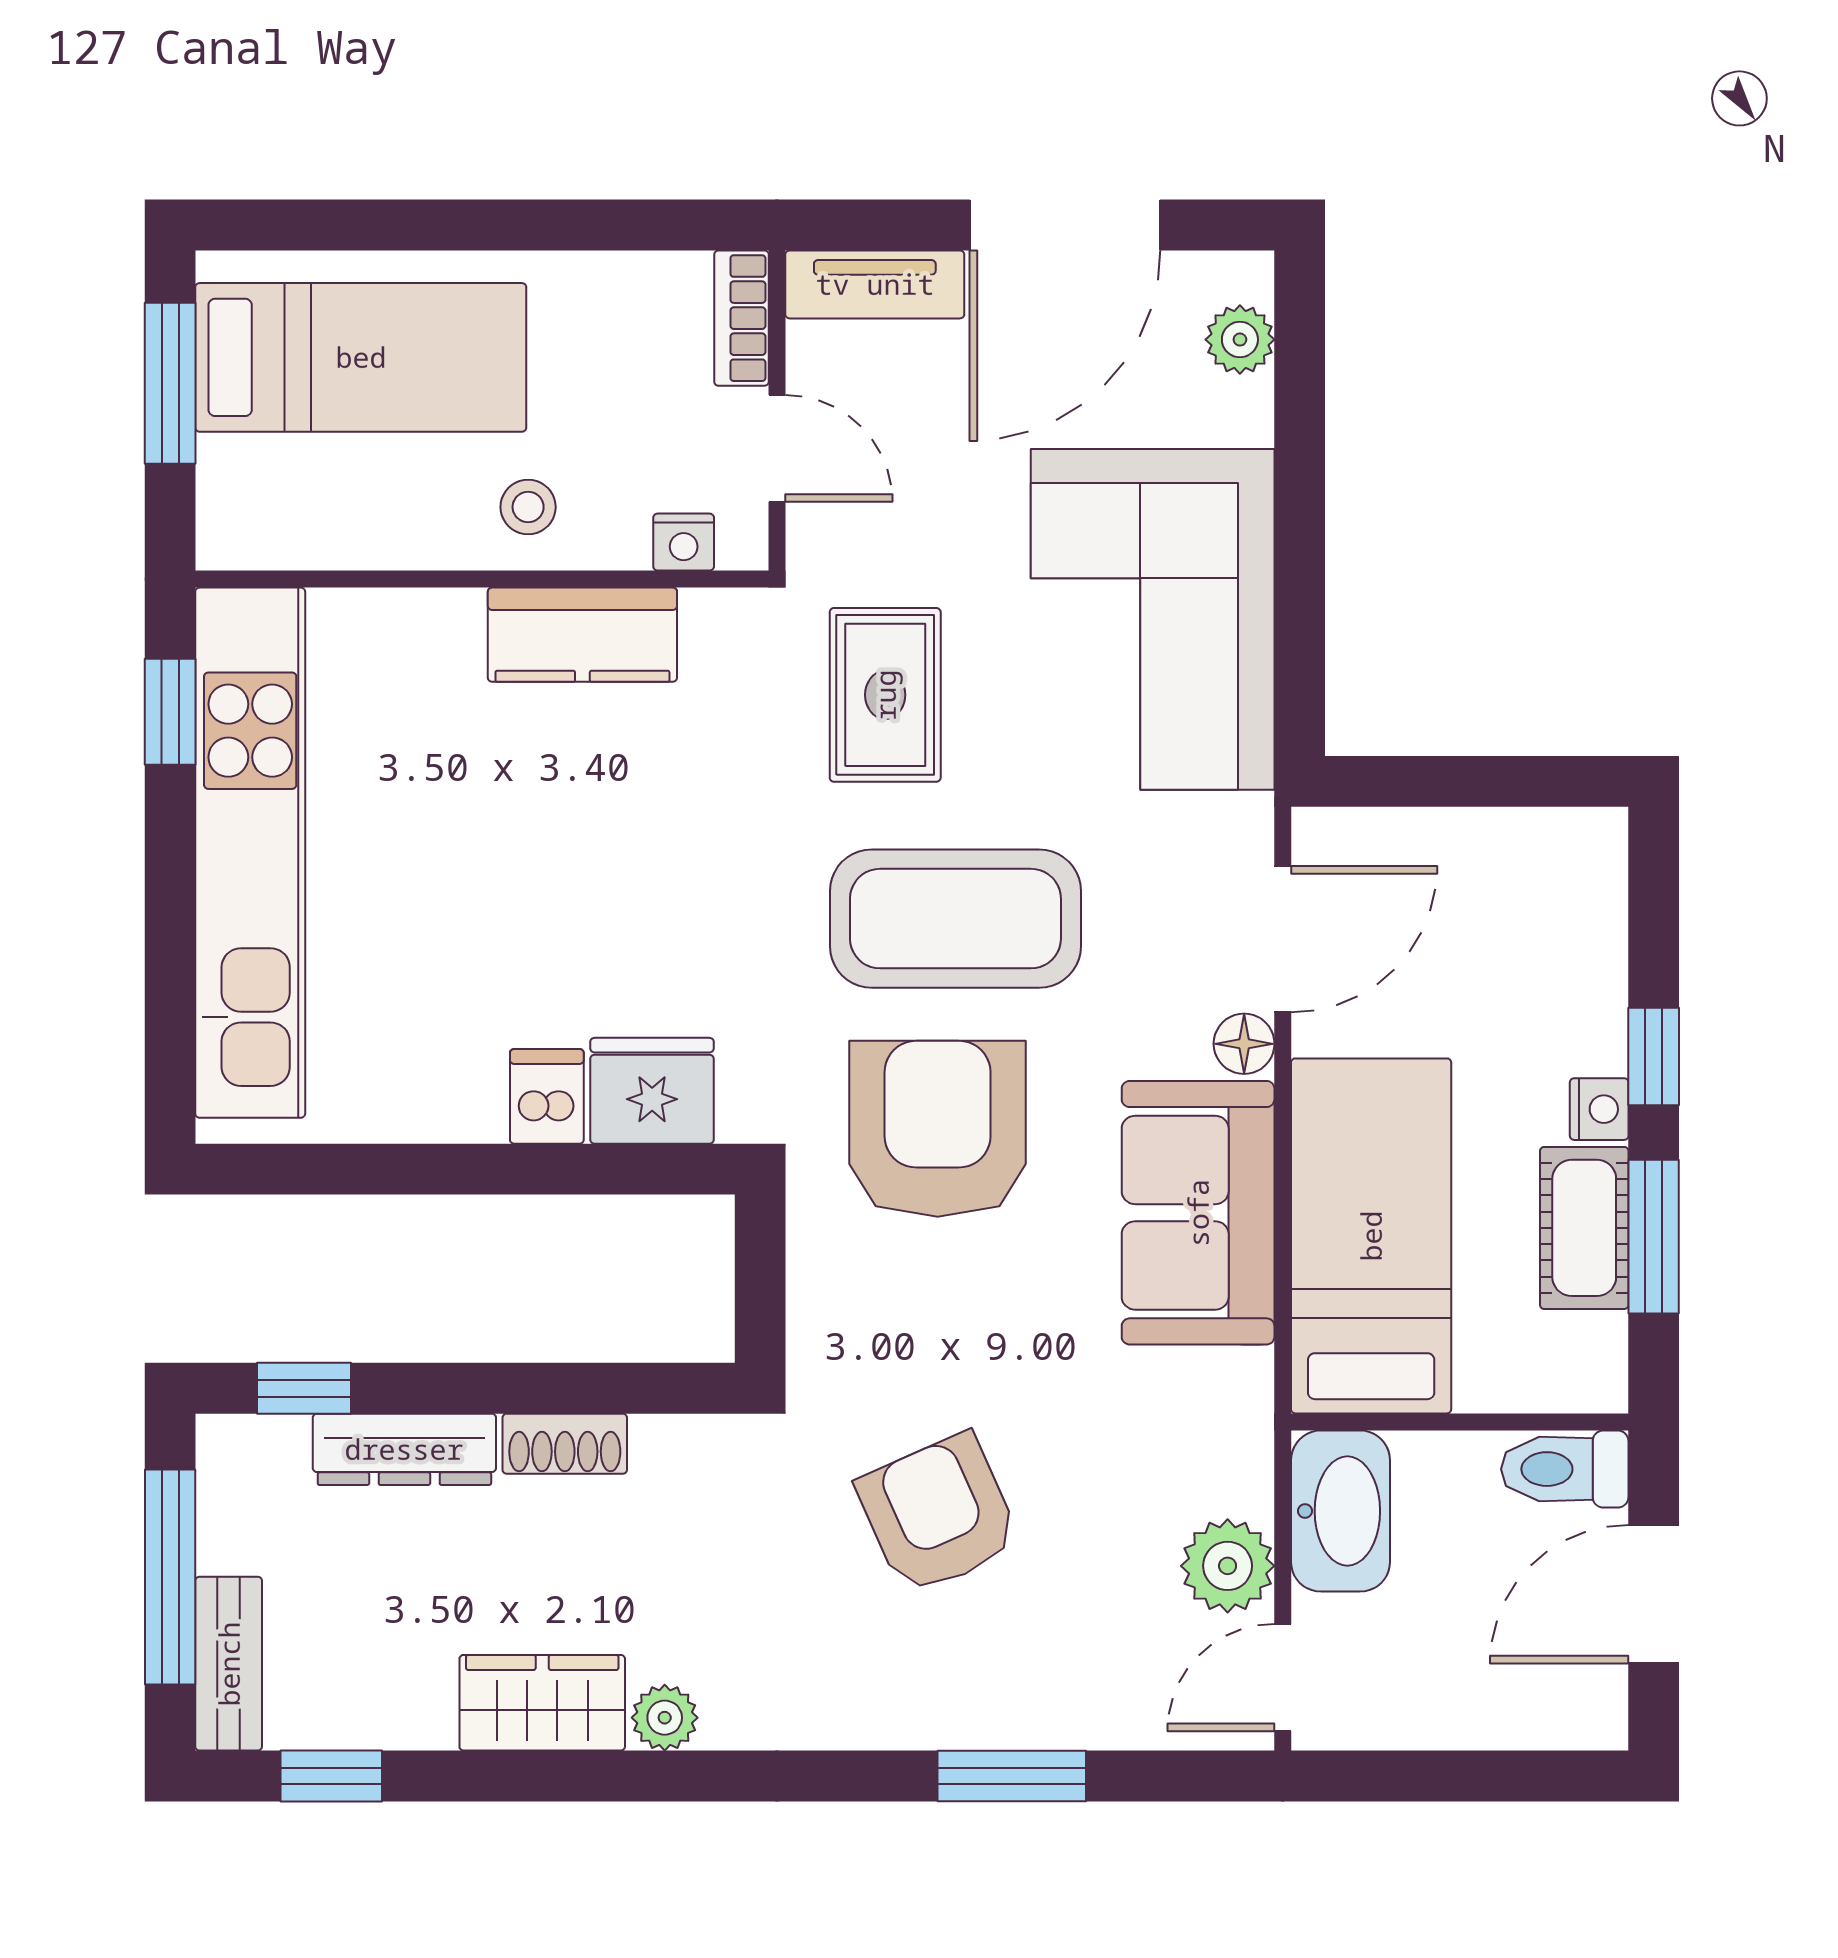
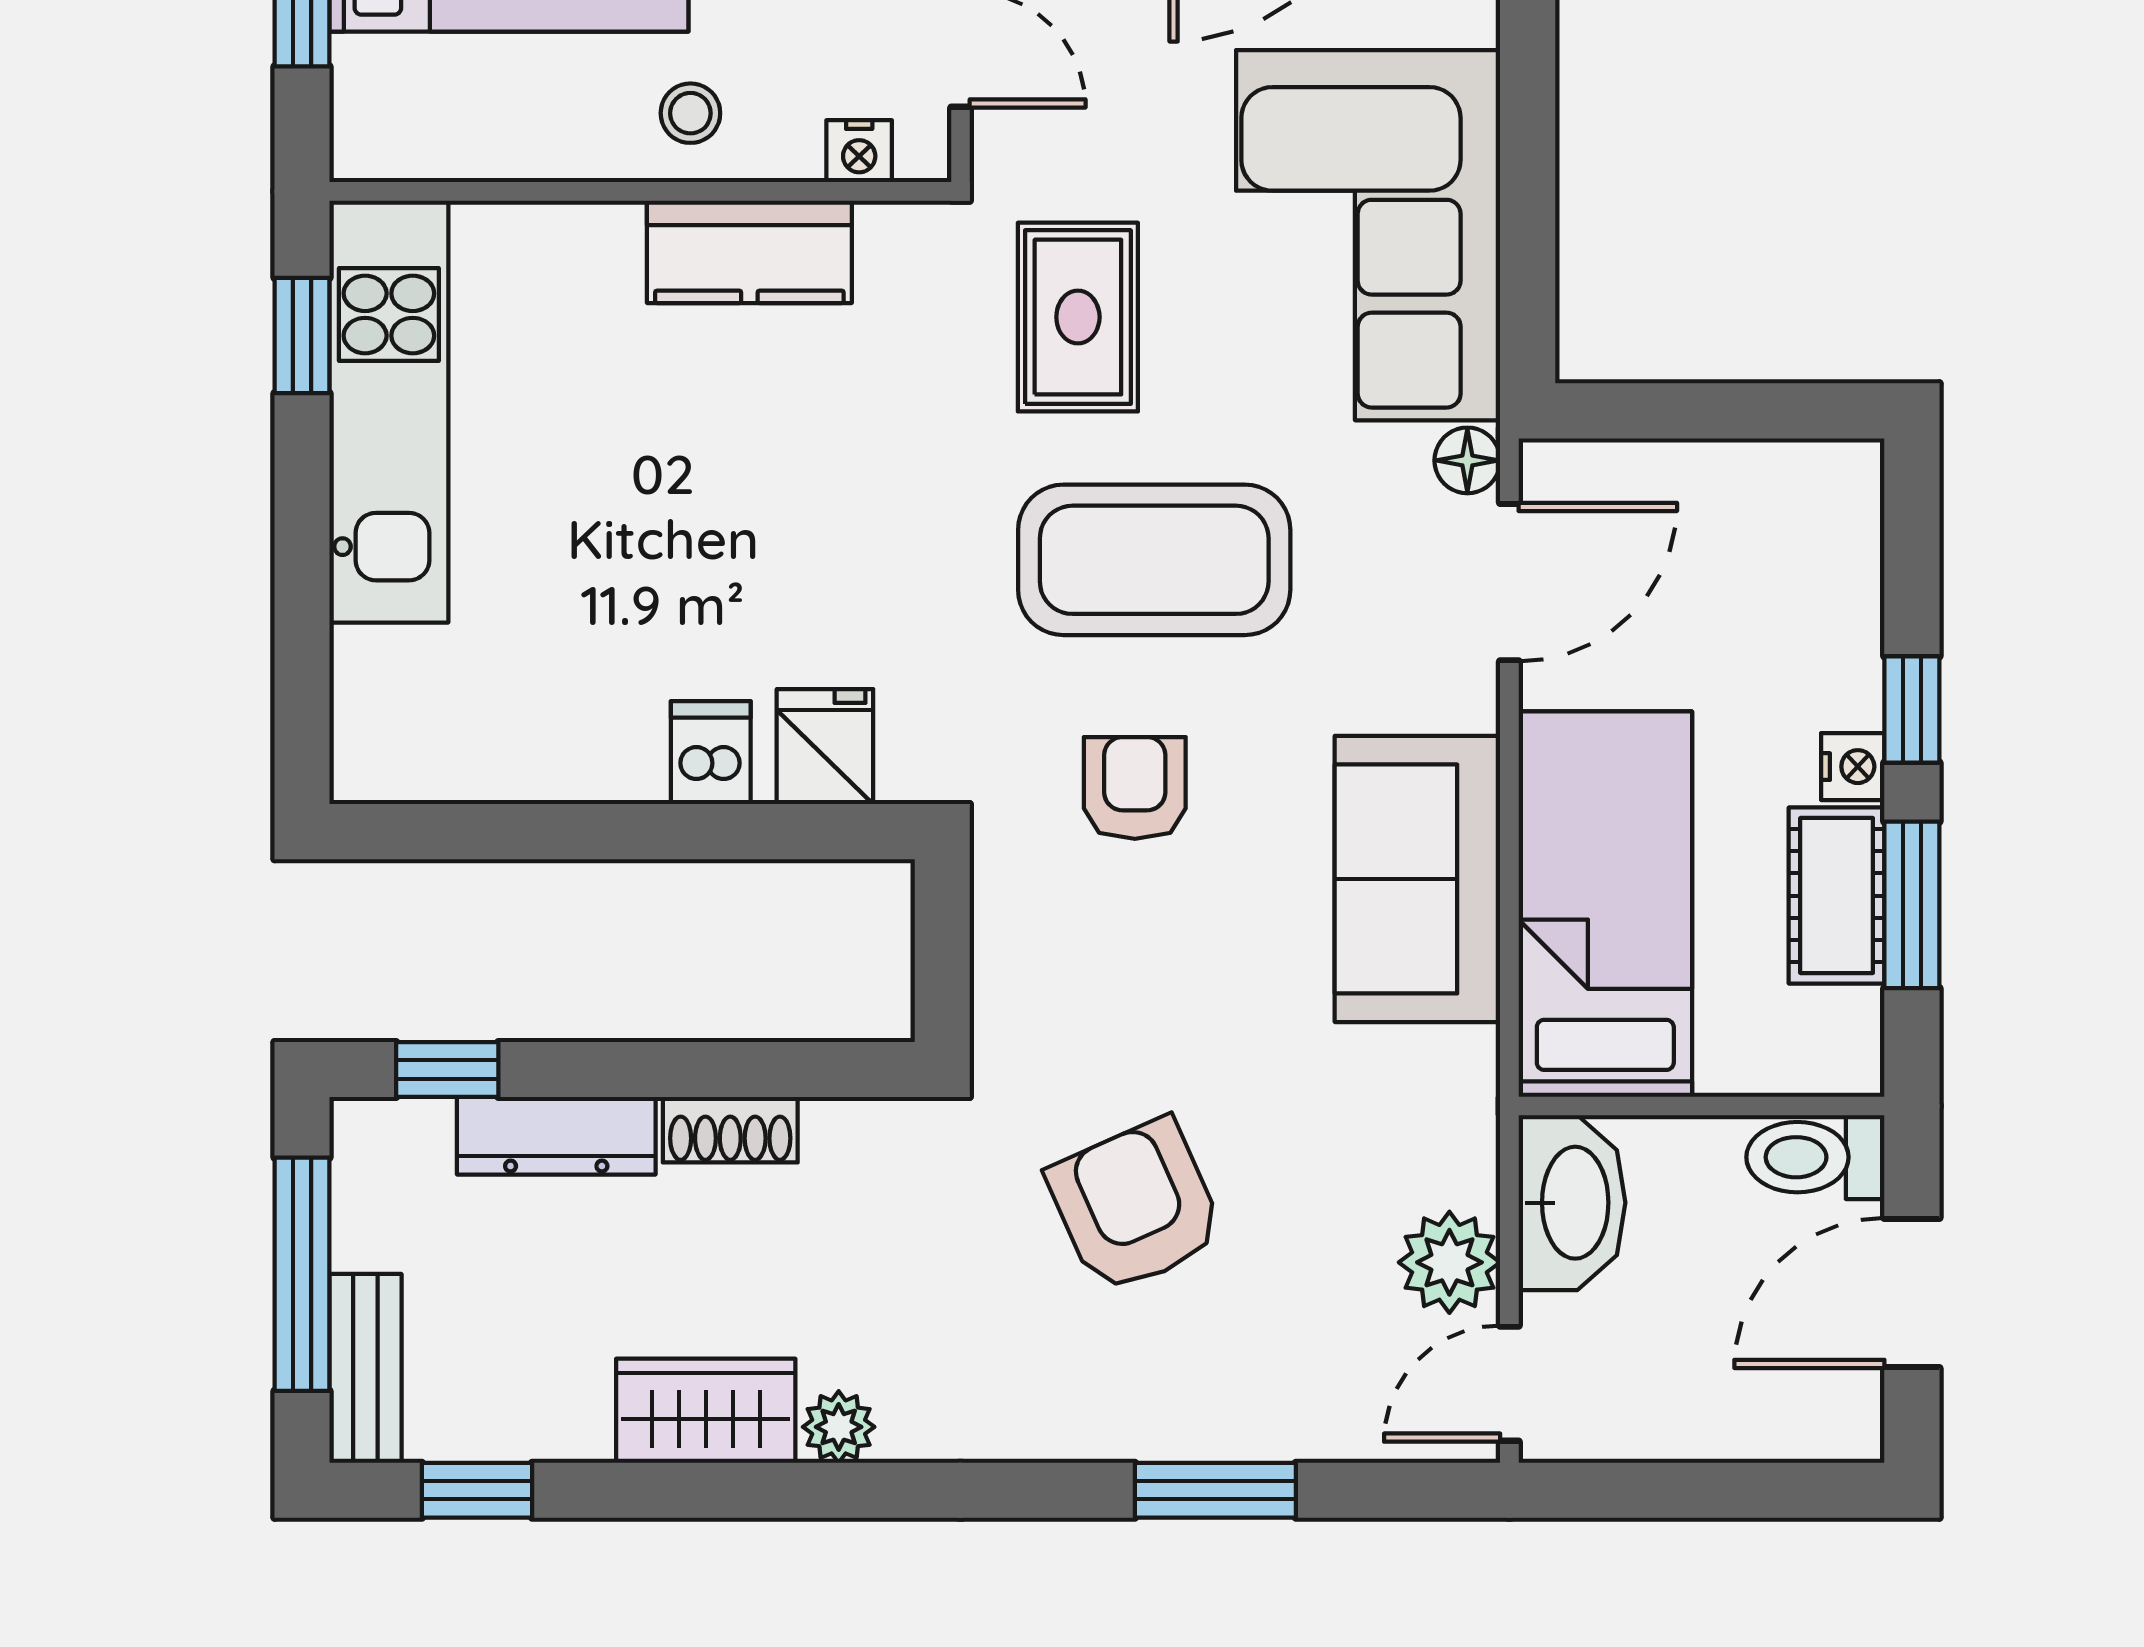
kitchen unit: (250, 853) -> (389, 412), width x0.73
floor lamp: (1244, 1044) -> (1467, 460), moved
fridge: (652, 1091) -> (825, 747), width x0.72
armchair: (938, 1129) -> (1135, 788), width x0.53, depth x0.53

